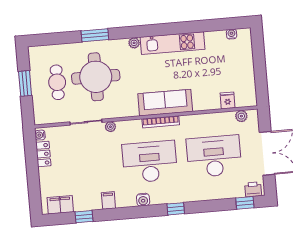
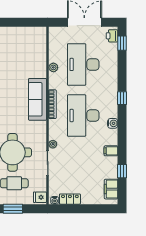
fridge: (228, 100) -> (40, 197), moved
plant: (241, 116) -> (53, 67), moved

